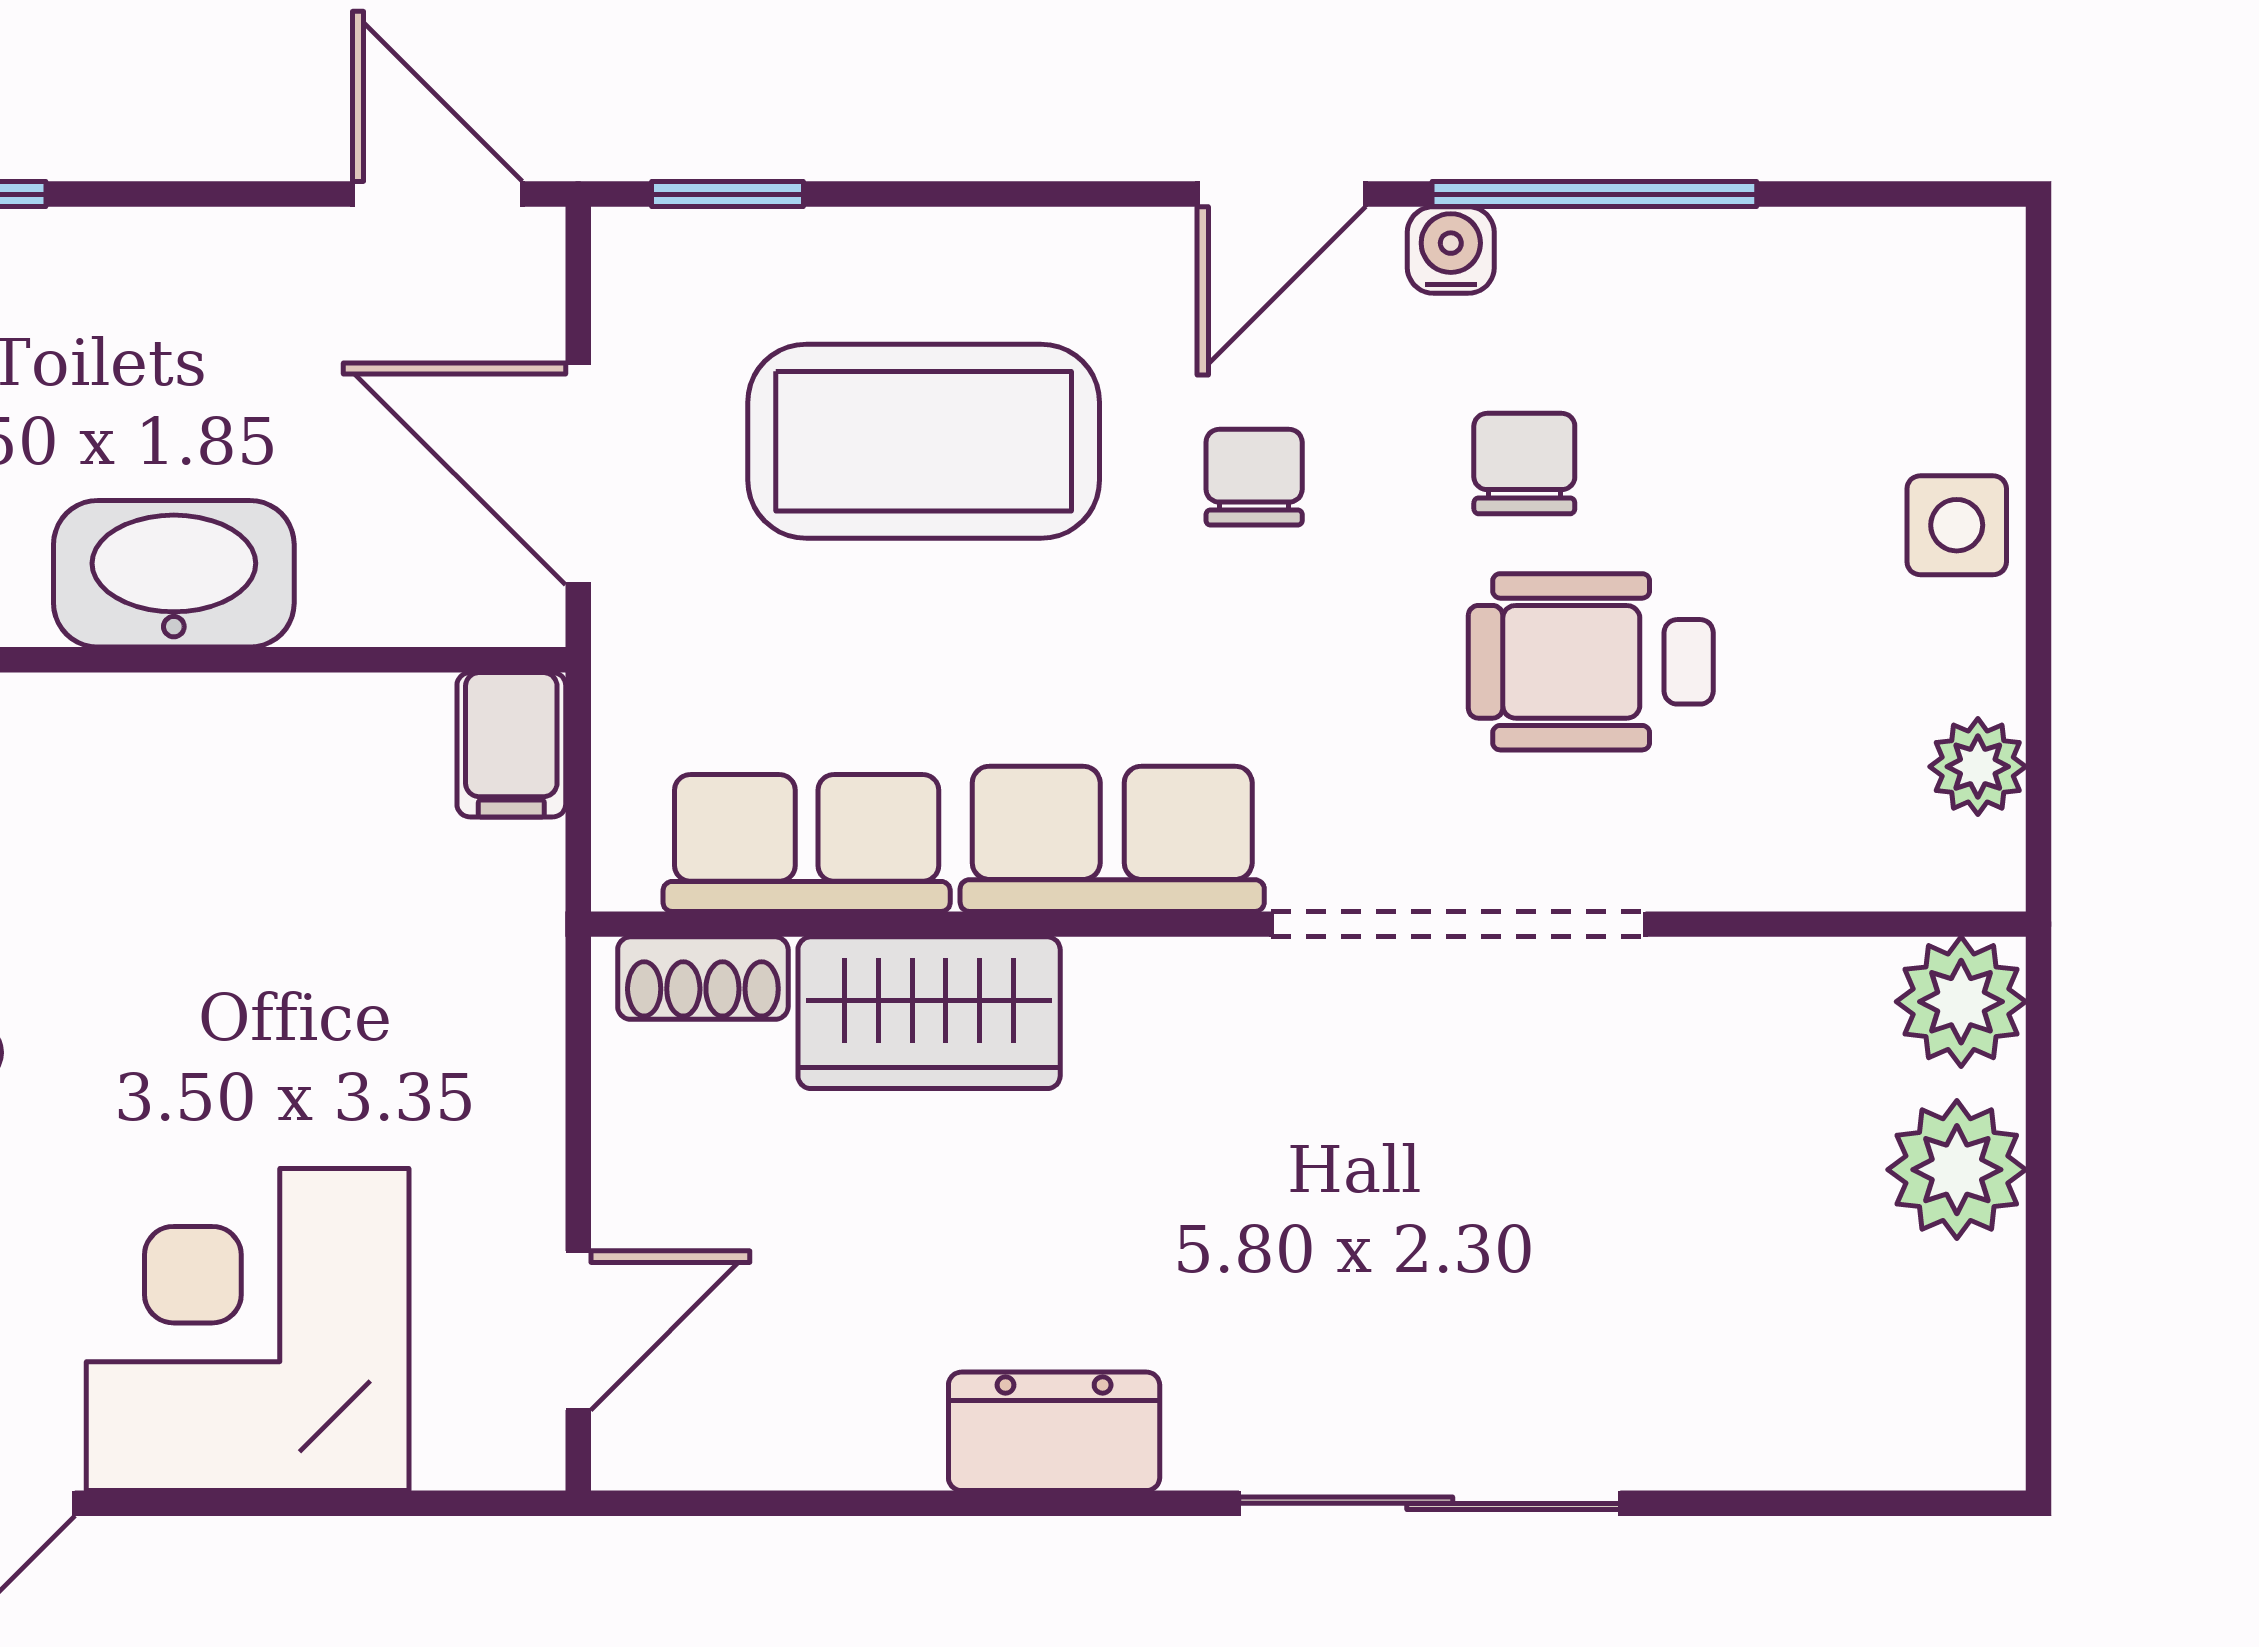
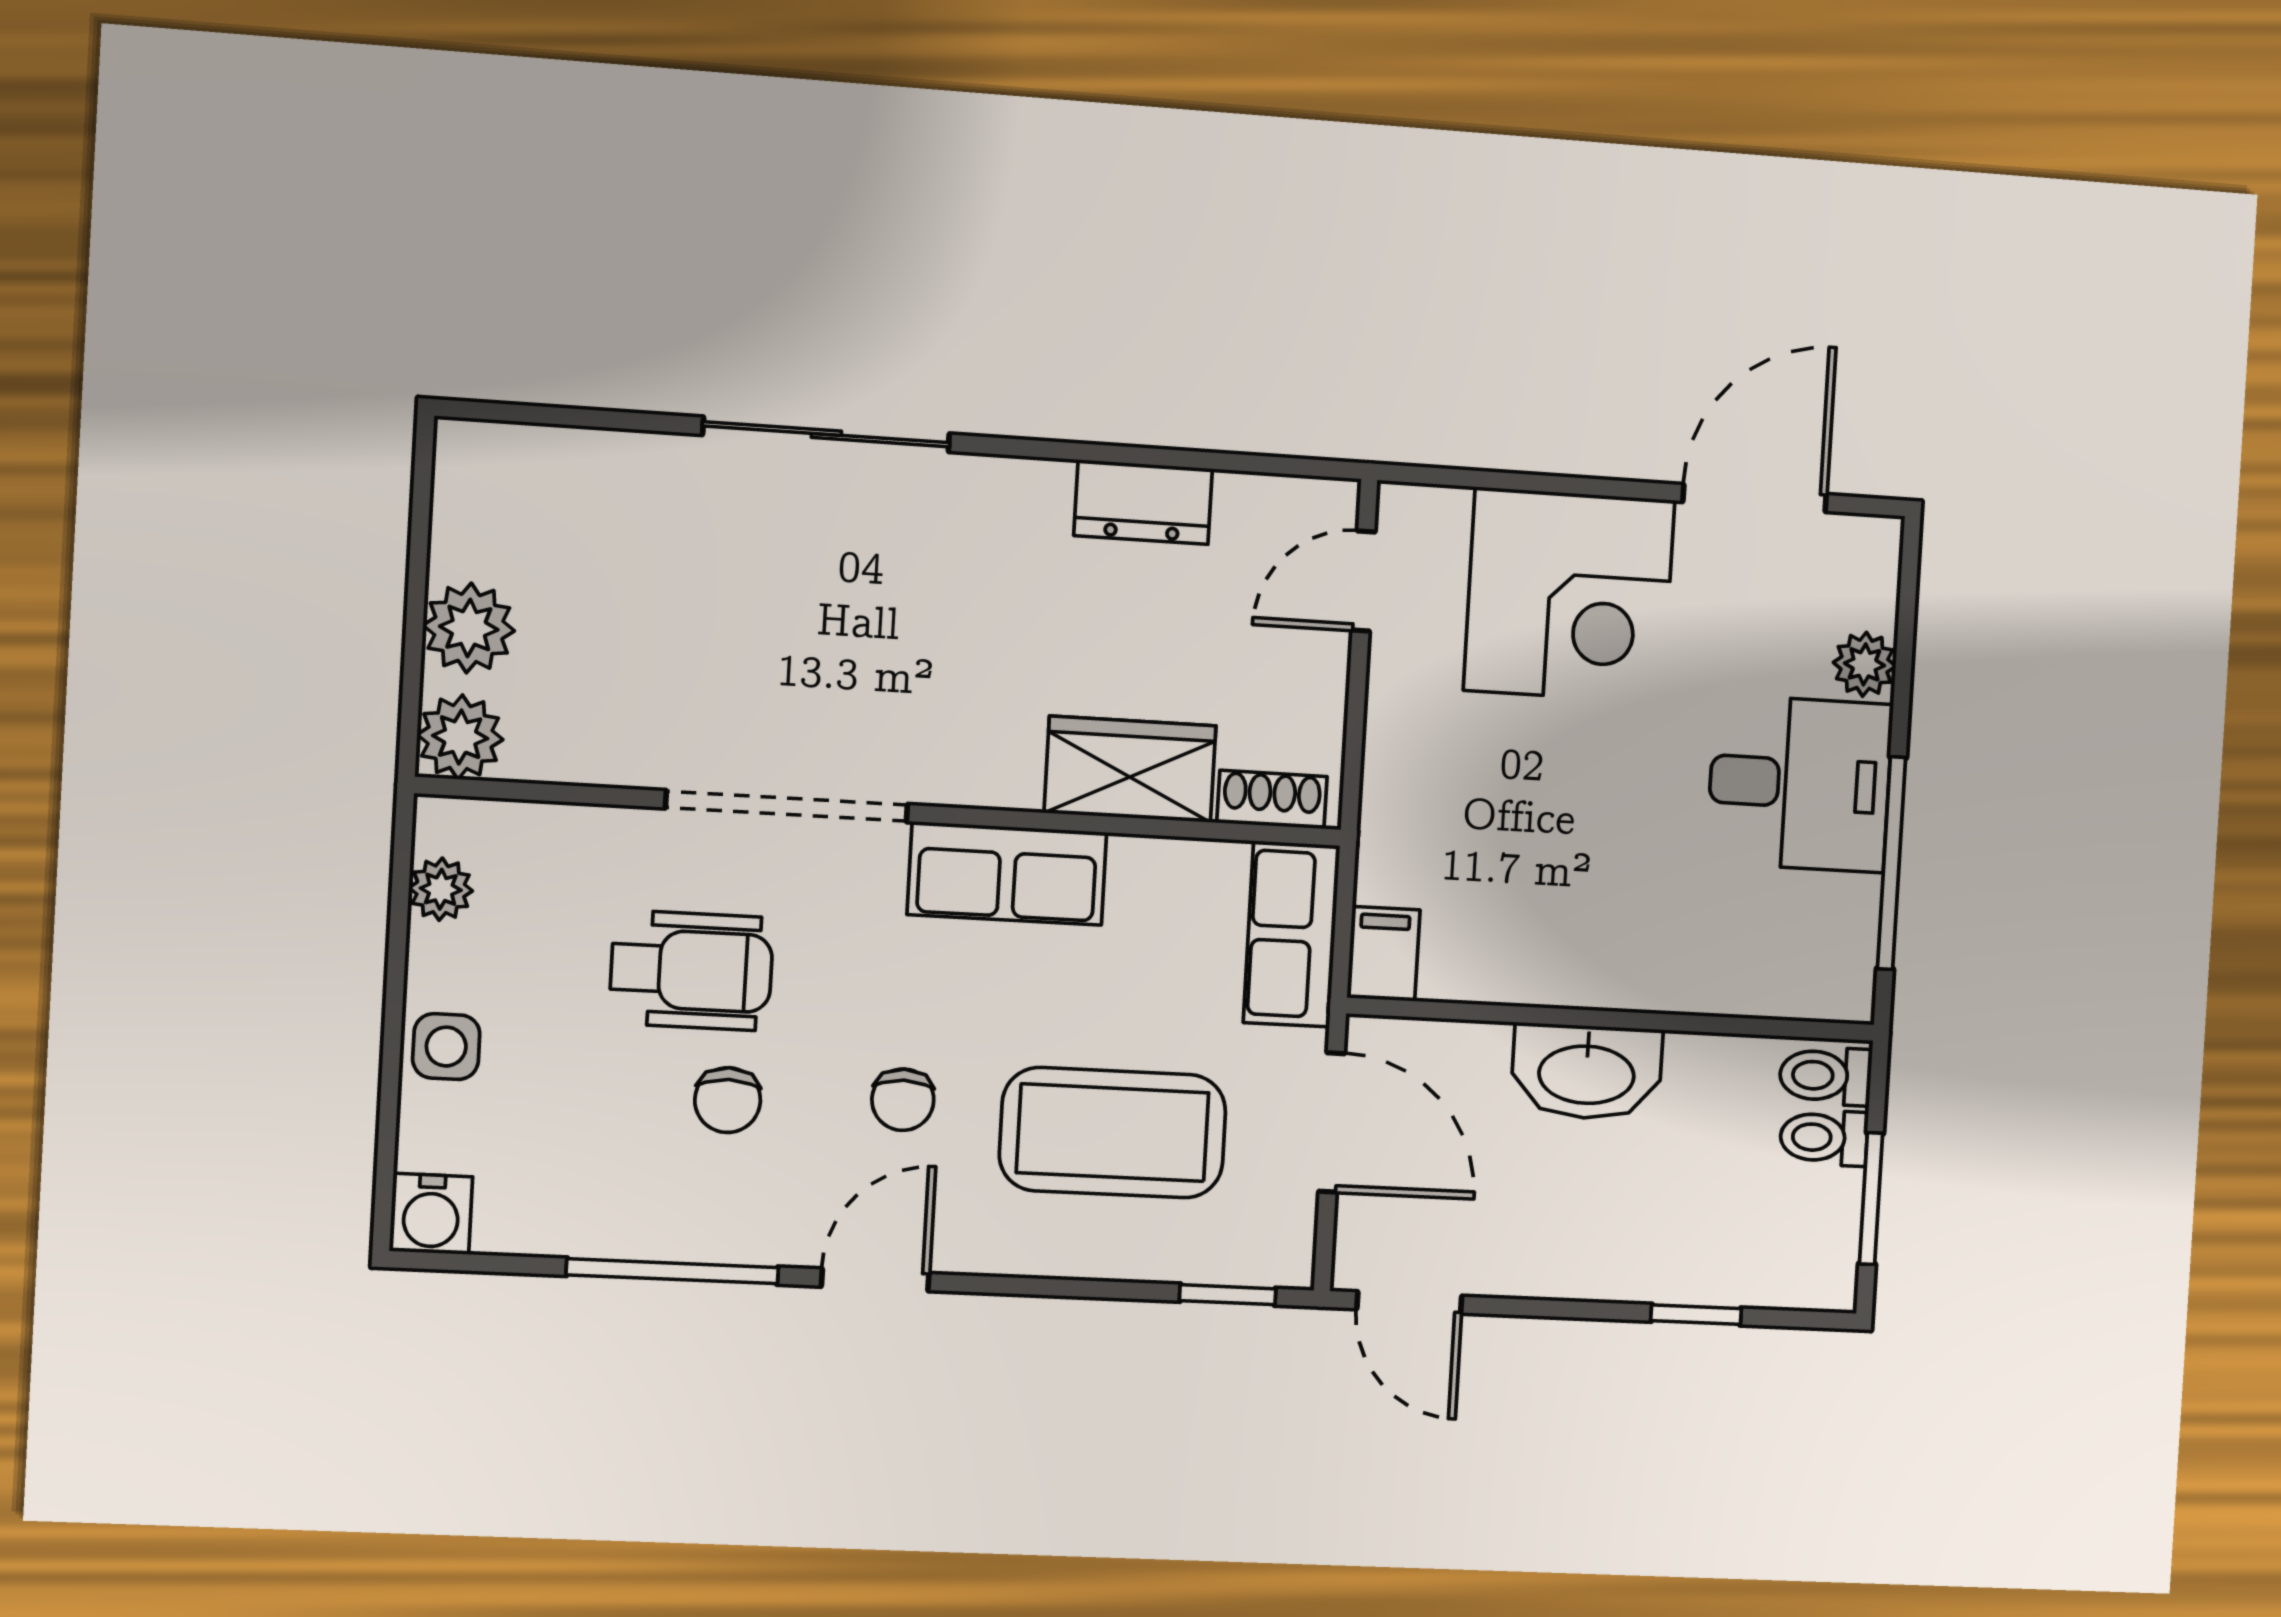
water cooler: (1451, 250) -> (431, 1214), moved, width x1.38, depth x1.38
row of seats: (807, 843) -> (1292, 934), moved, turned 90
dresser: (1054, 1431) -> (1143, 502), moved

